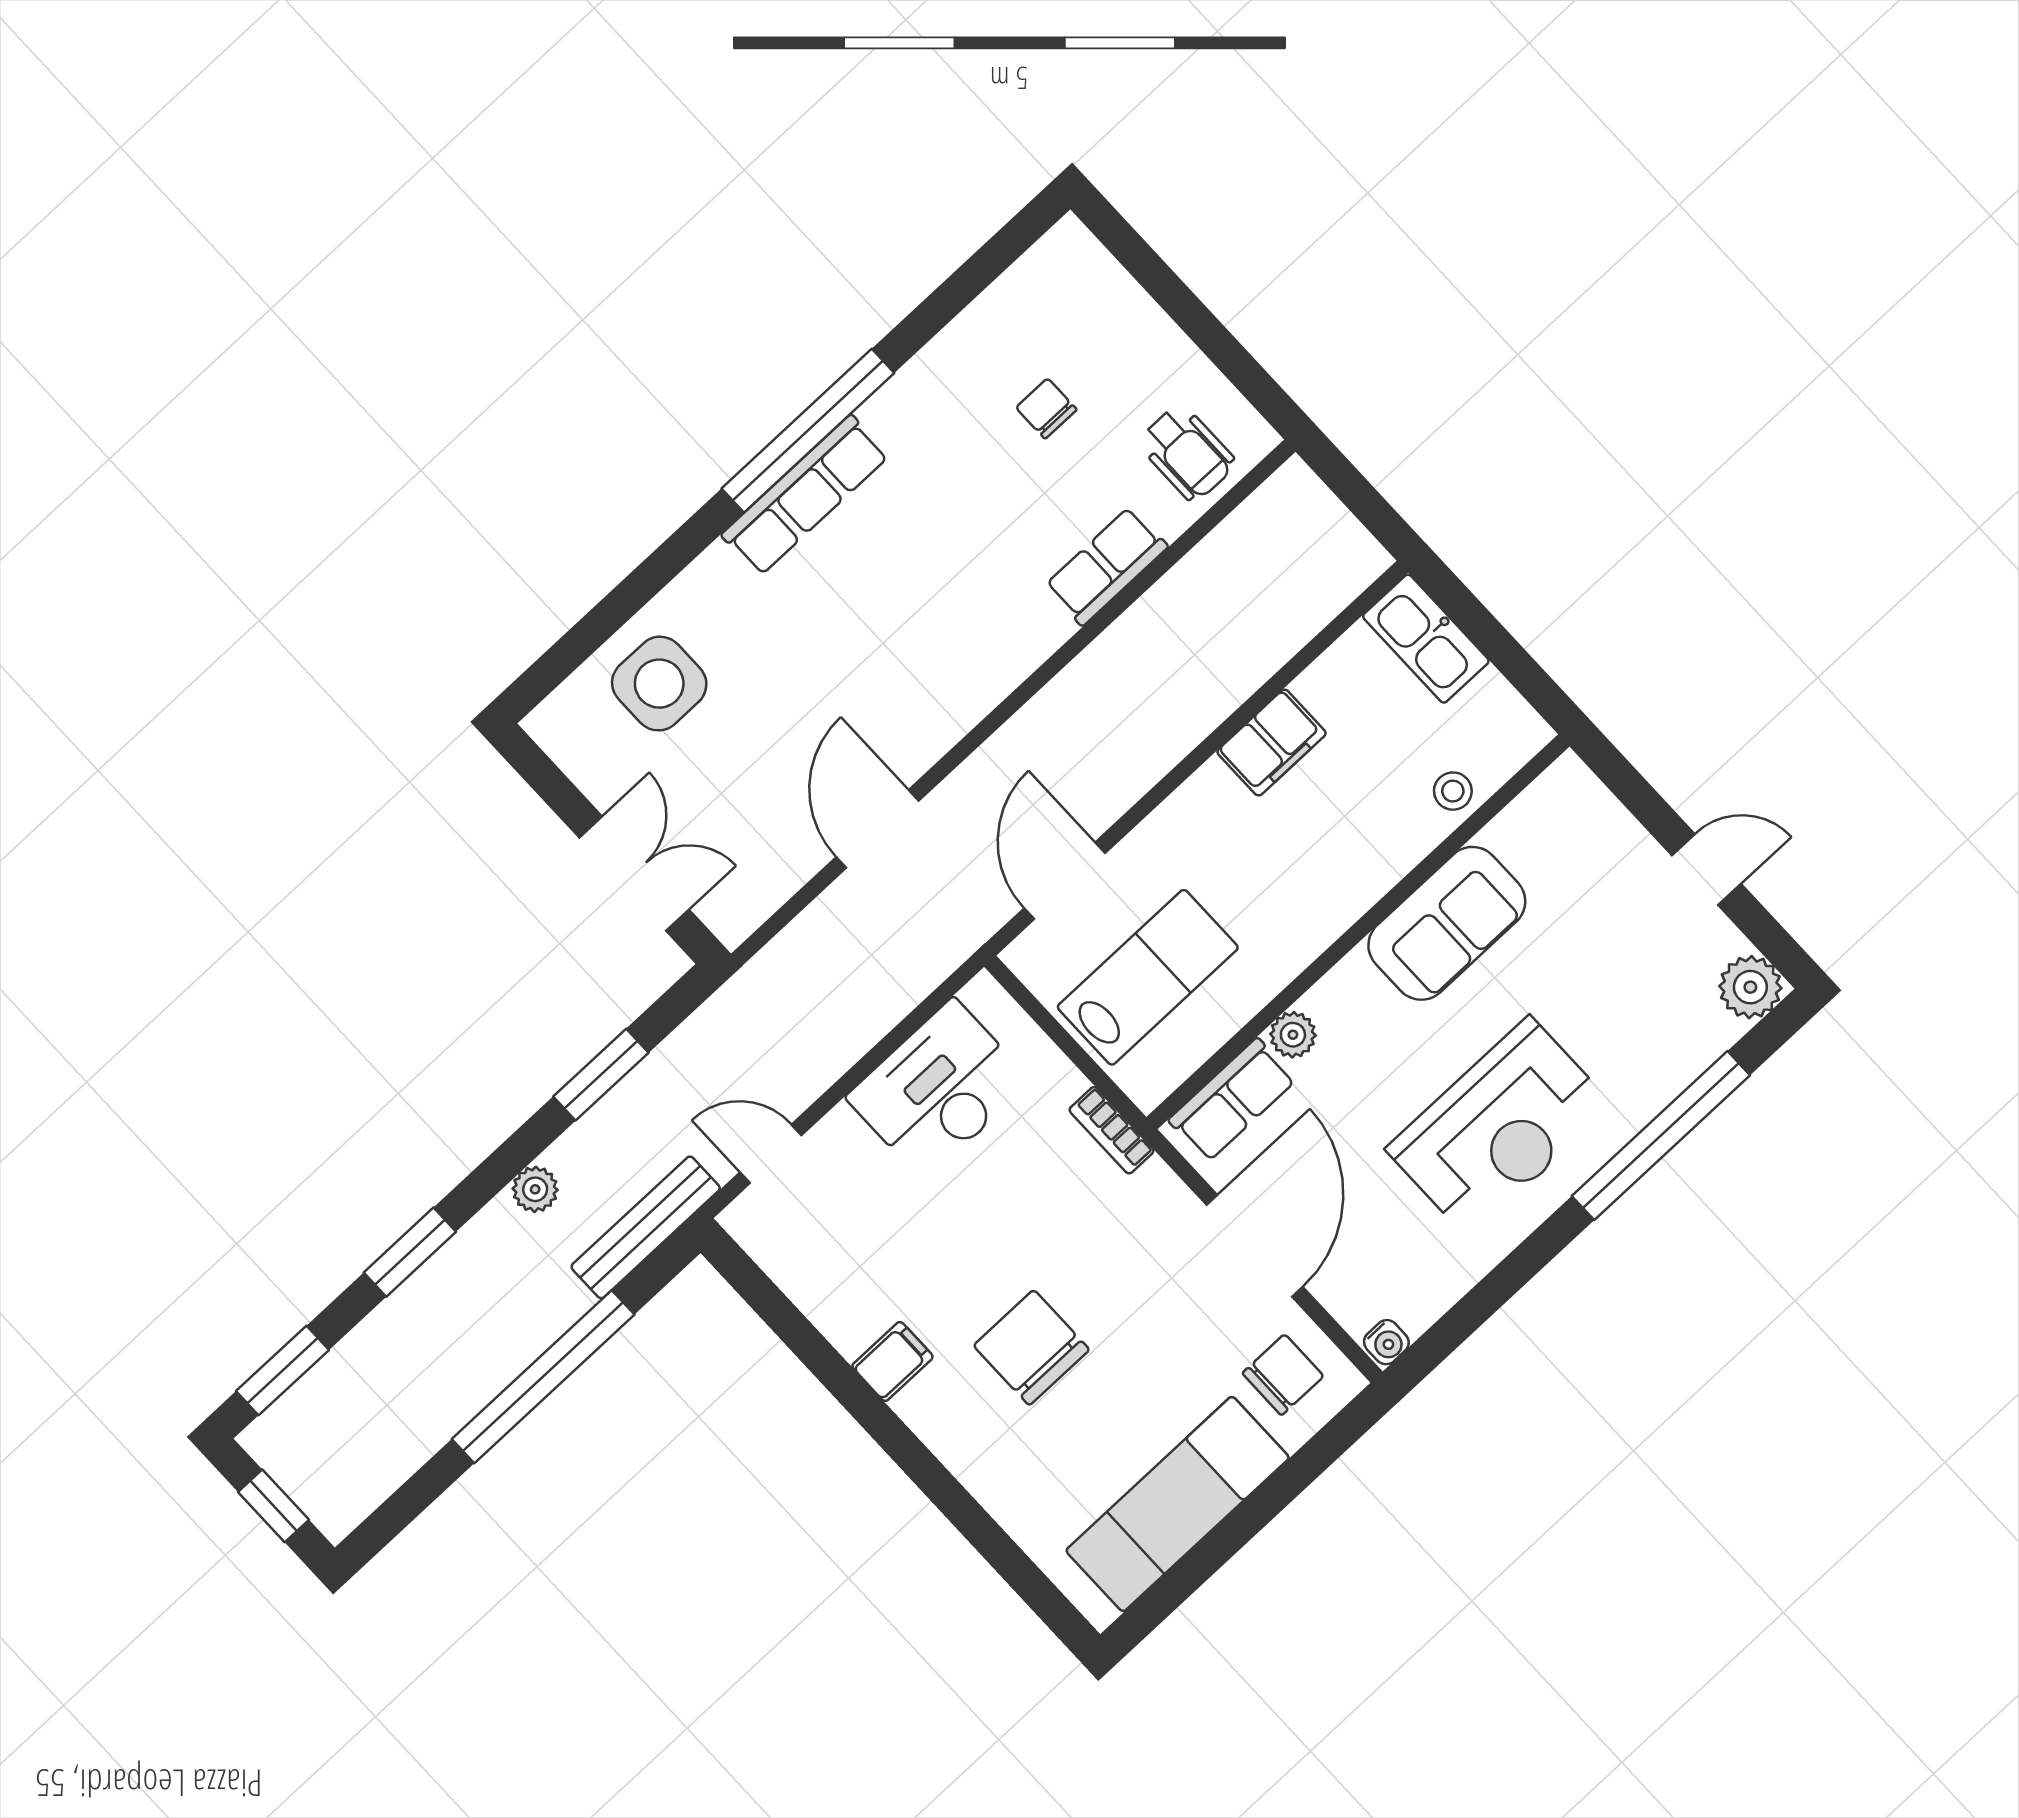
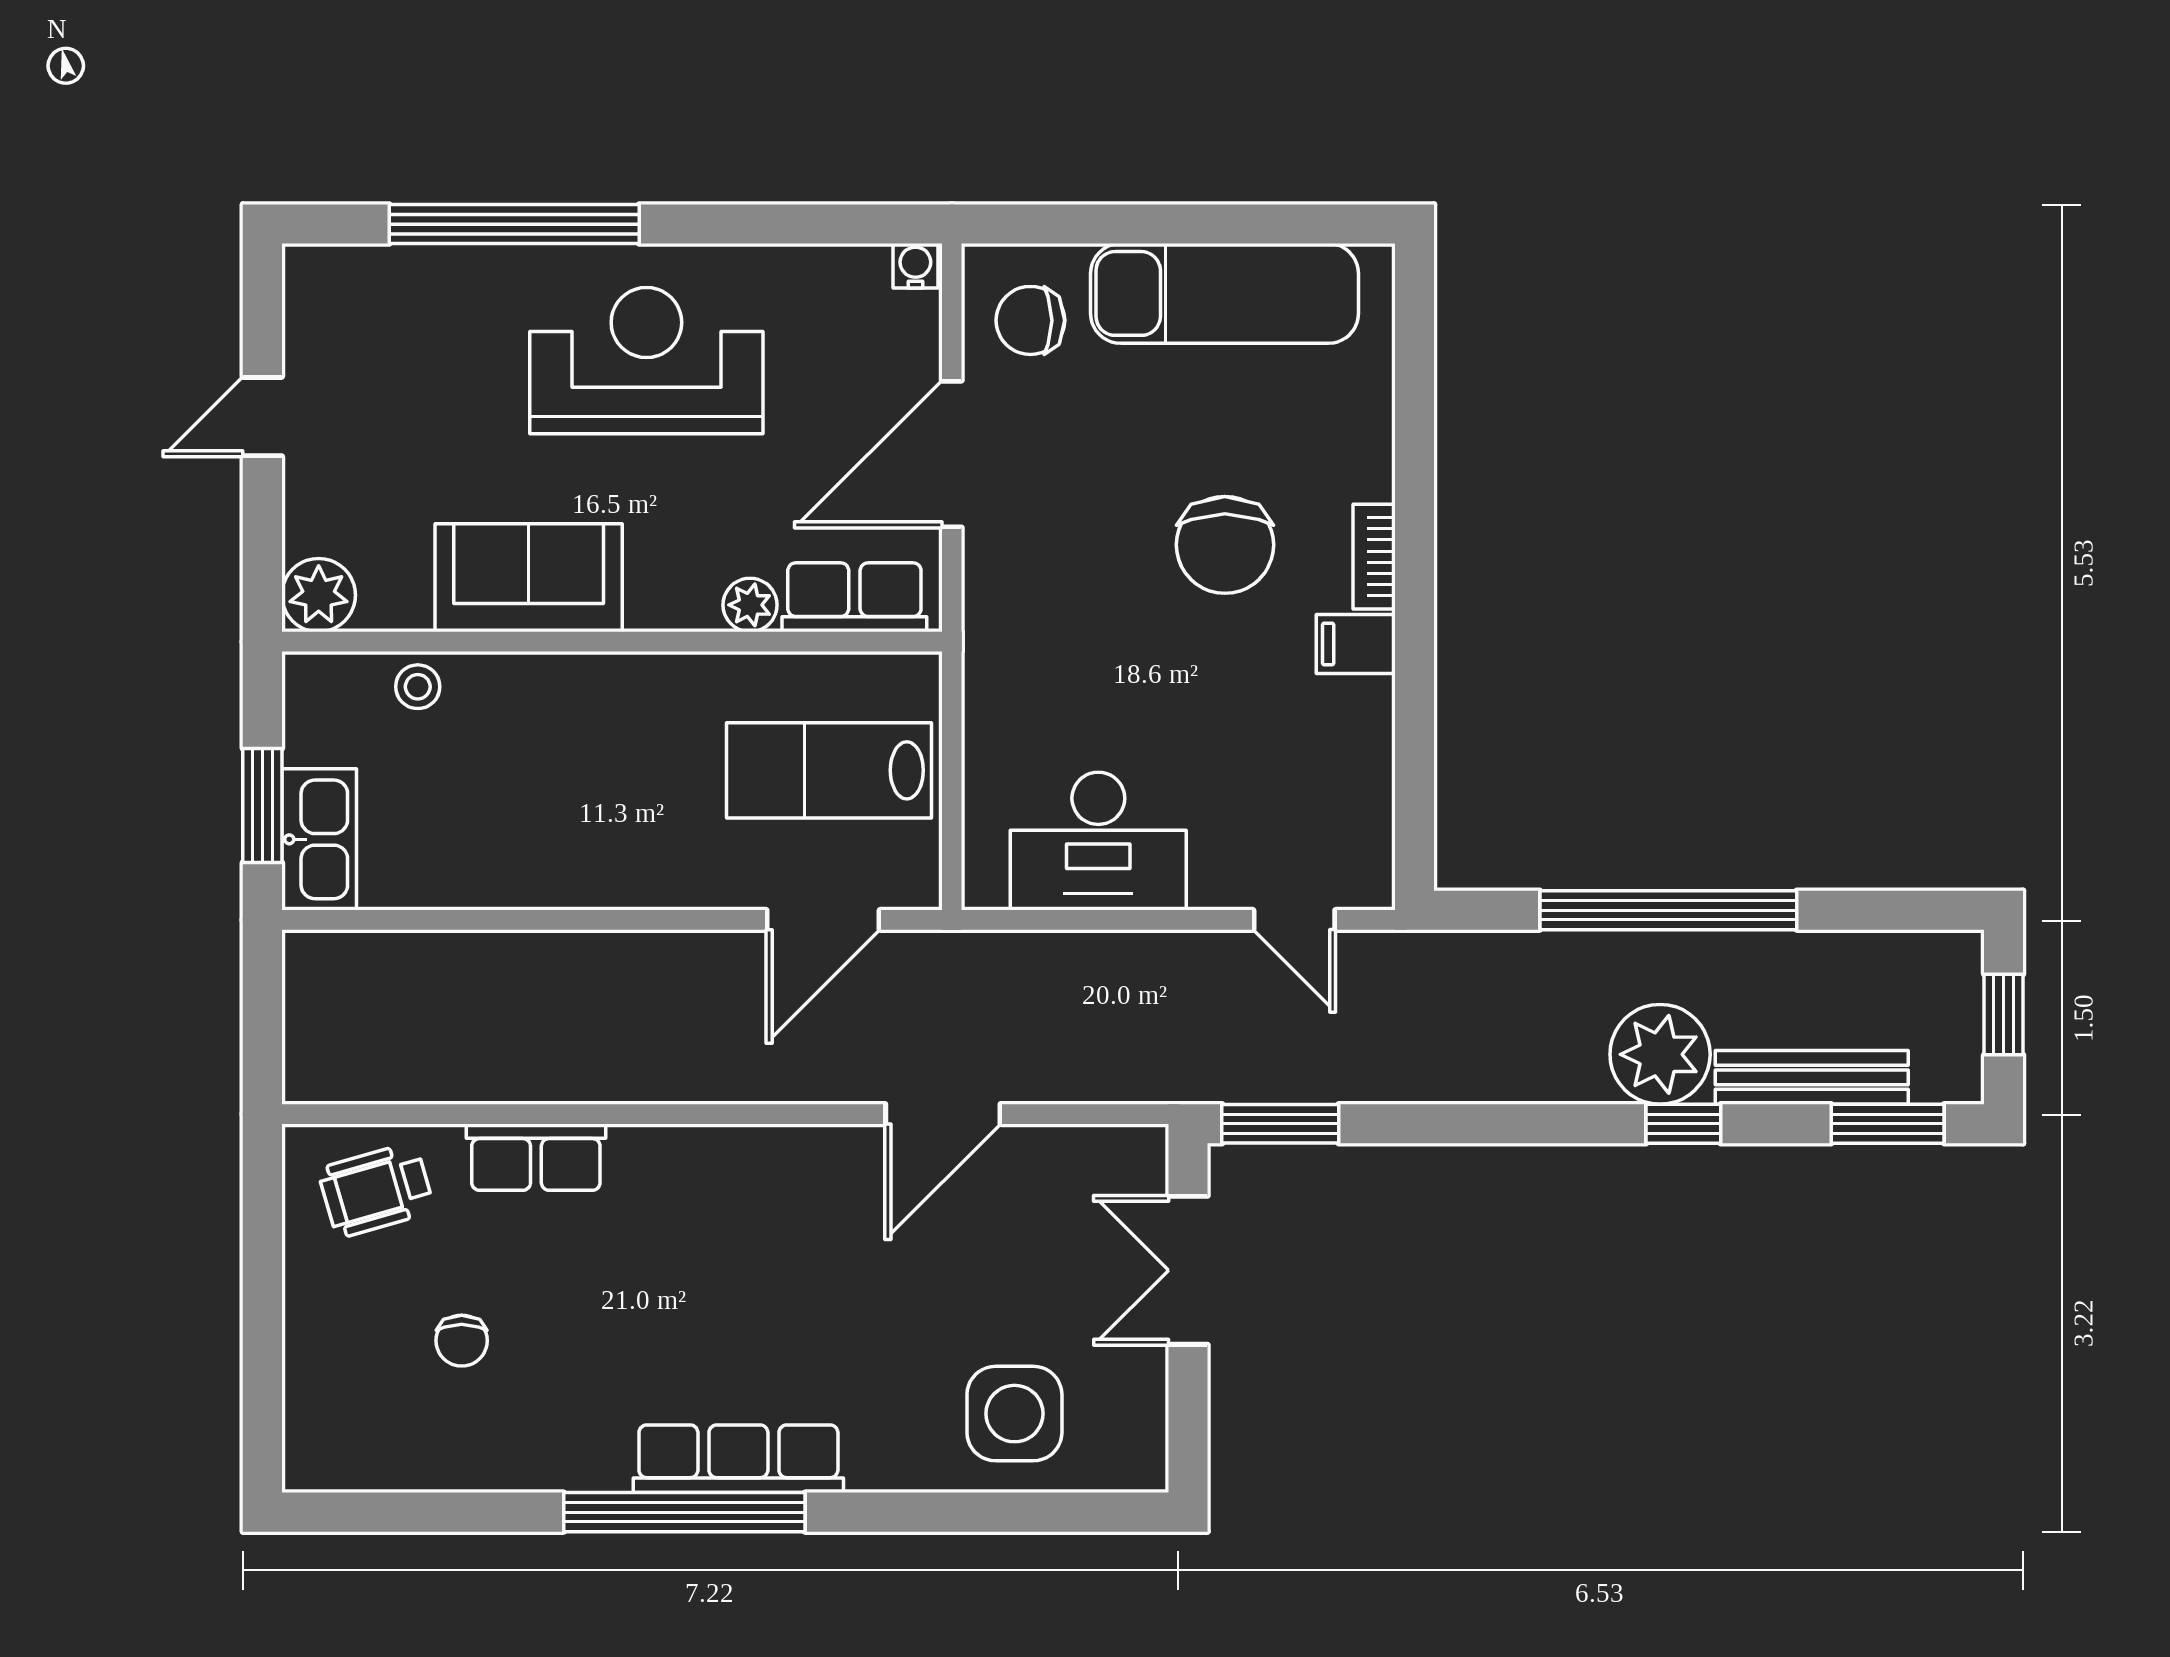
wheelchair: (1187, 453) -> (376, 1190), turned -106
window: (1481, 627) -> (262, 805), added
filing cabinet: (1271, 742) -> (535, 873), removed
door: (1706, 869) -> (262, 417), hinge flipped
plant: (1750, 987) -> (319, 595), moved
window: (601, 1075) -> (1280, 1124), moved
bookcase: (1112, 1130) -> (1374, 557), moved, turned 180
plant: (535, 1189) -> (1660, 1054), moved, width x1.88, depth x1.88
bench: (646, 1227) -> (1812, 1077), moved
window: (410, 1252) -> (1683, 1124), width x0.67

